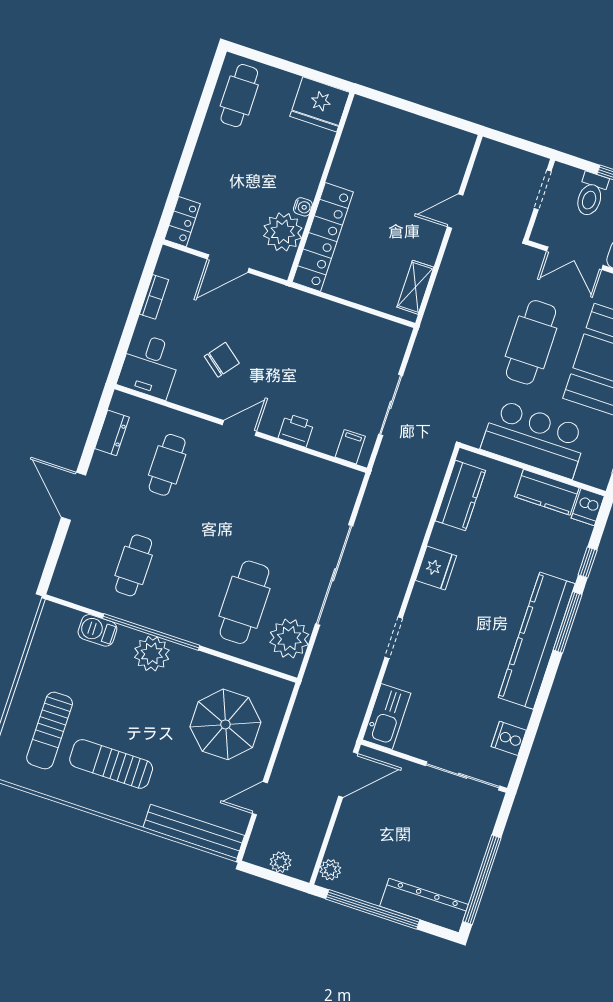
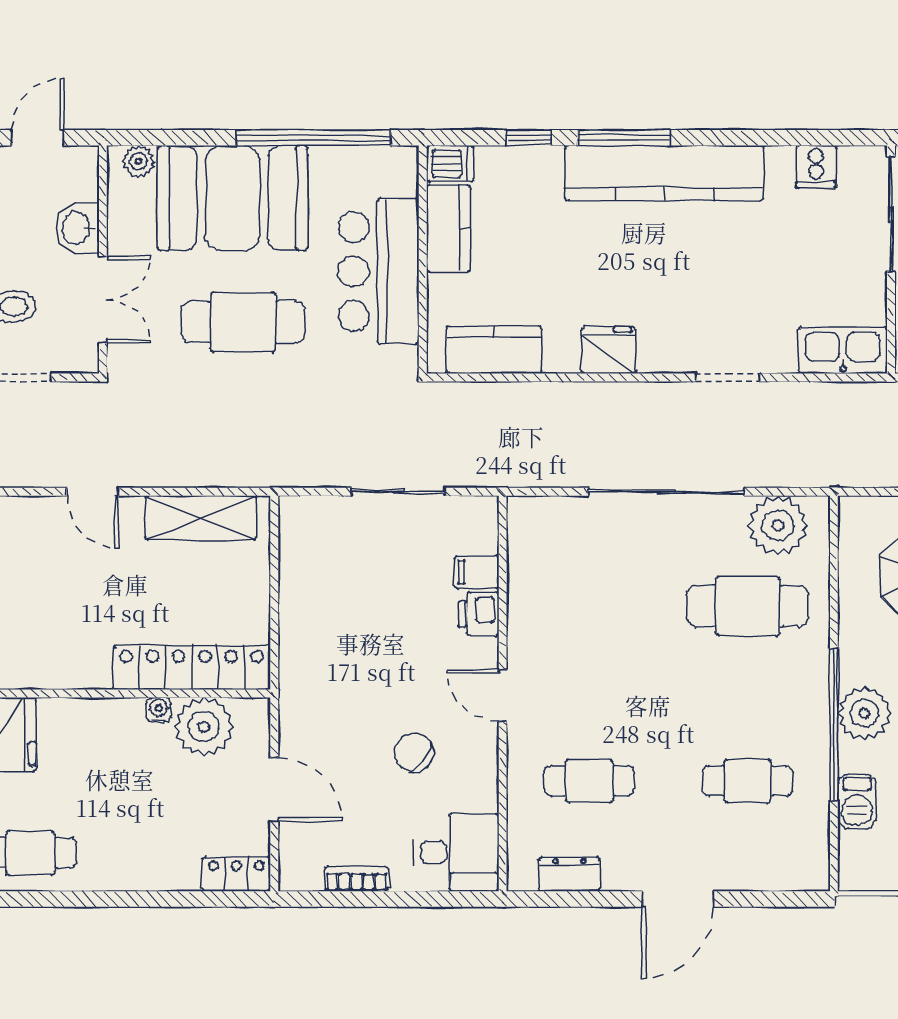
shelving: (415, 287) -> (201, 518), width x1.50, depth x1.33
filing cabinet: (350, 447) -> (477, 572), moved

